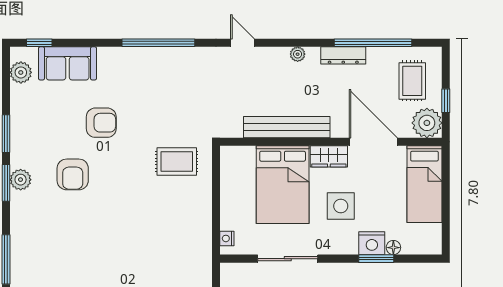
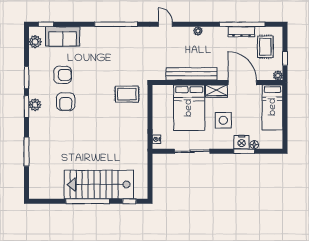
dresser: (343, 55) -> (241, 32), moved
armchair: (101, 123) -> (63, 75), moved
plant: (427, 123) -> (278, 75), width x0.53, depth x0.53

